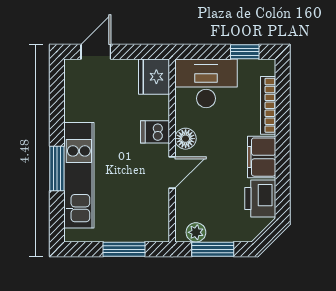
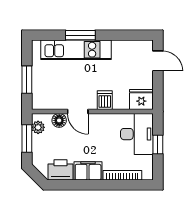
window: (245, 52) -> (158, 144), moved
floor lamp: (186, 139) -> (59, 120), moved

